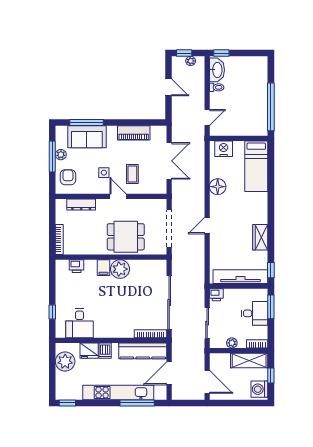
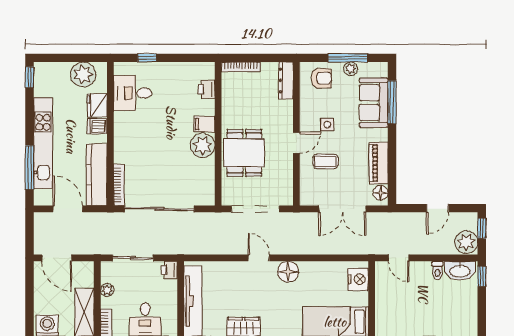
plant: (191, 61) -> (466, 242), width x1.88, depth x1.88
floor lamp: (157, 131) -> (380, 193), added
floor lamp: (218, 187) -> (288, 272), moved
dresser: (81, 205) -> (286, 80), moved
door: (207, 382) -> (57, 258), hinge flipped

